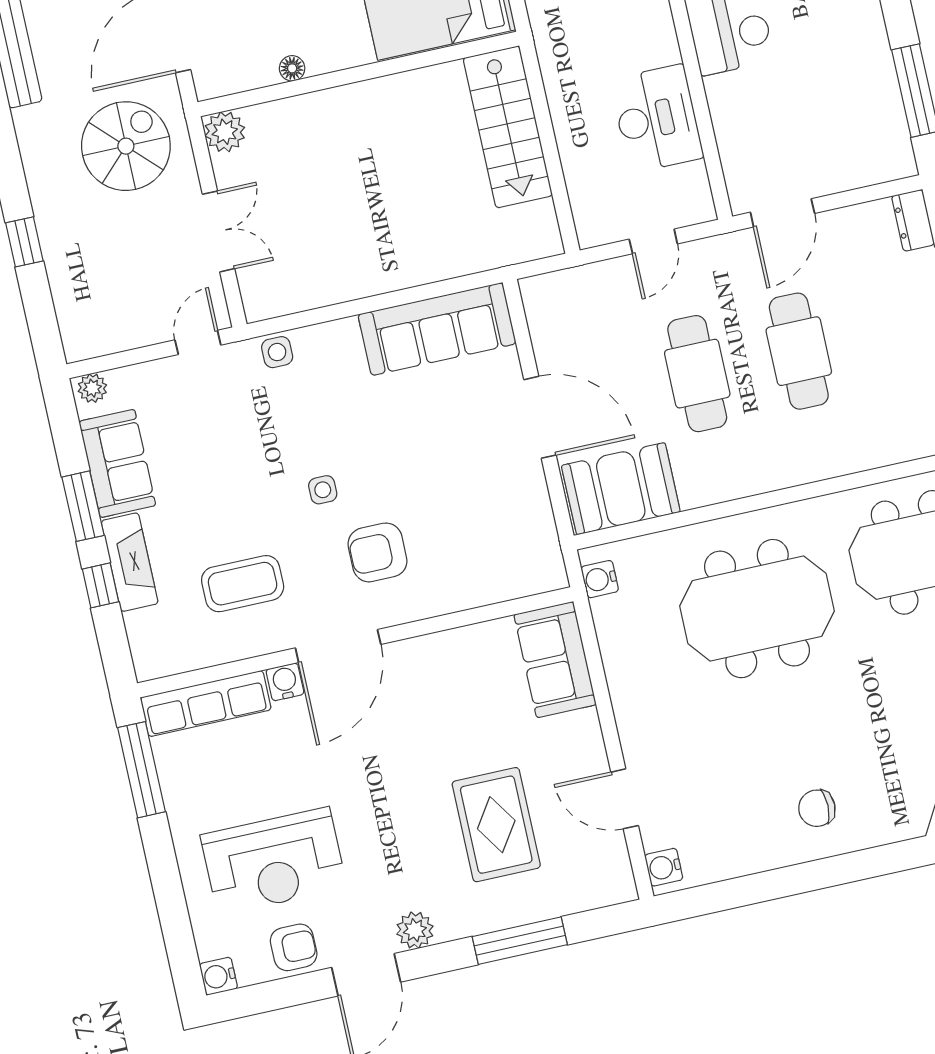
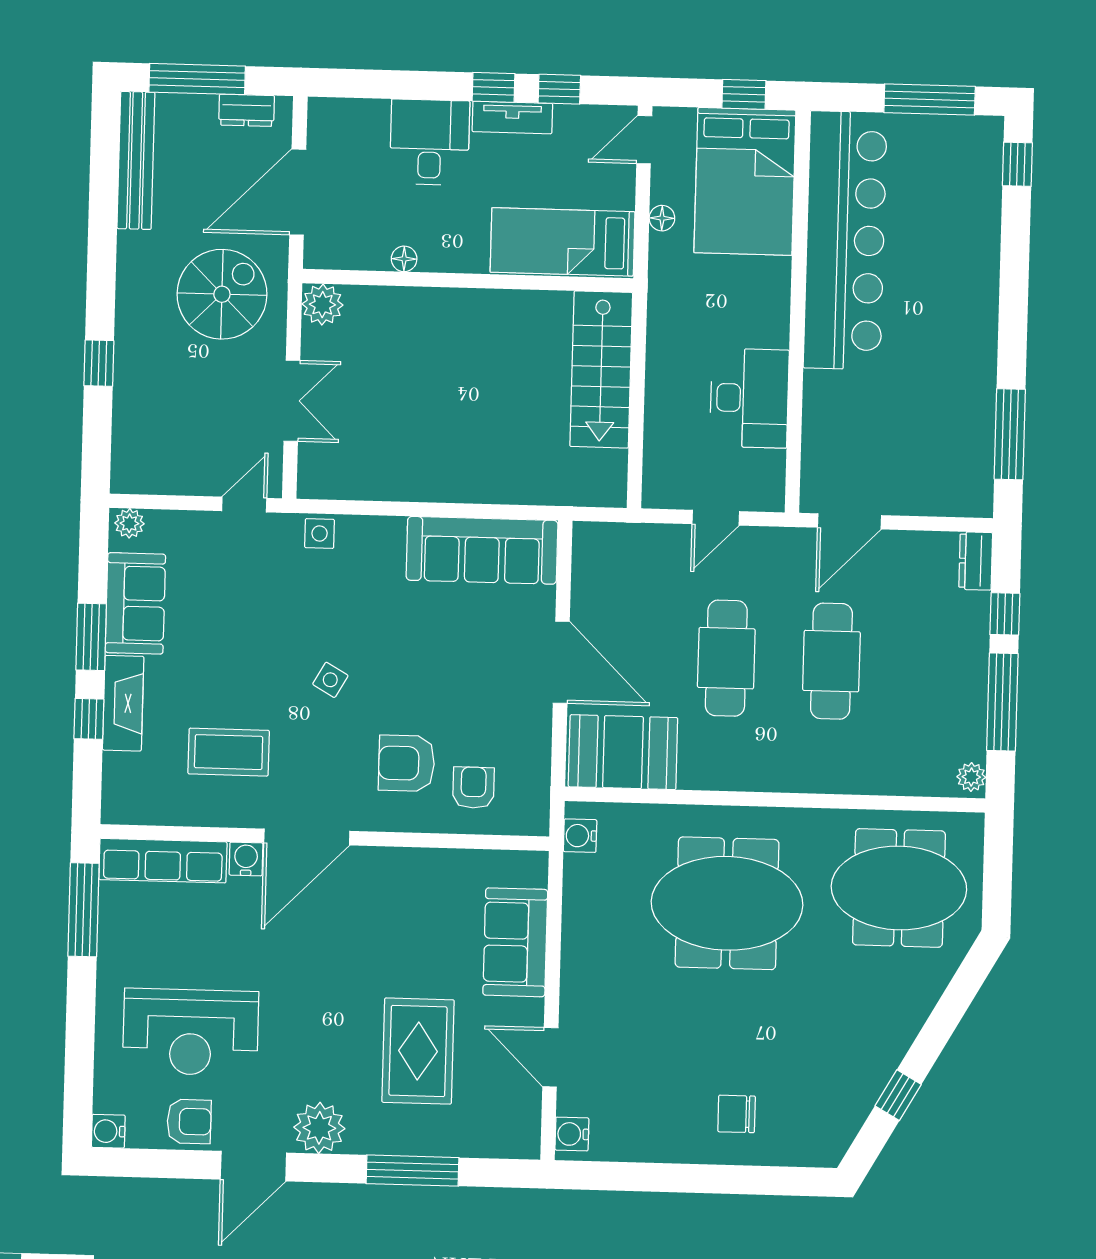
side table: (323, 490) -> (330, 680), turned 30
armchair: (377, 552) -> (406, 763), moved
armchair: (486, 559) -> (473, 788), added
sofa: (555, 660) -> (515, 942), moved
plant: (415, 930) -> (319, 1128), width x1.36, depth x1.36

